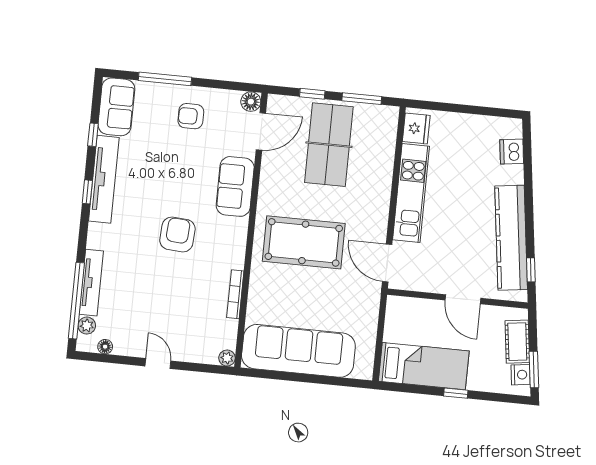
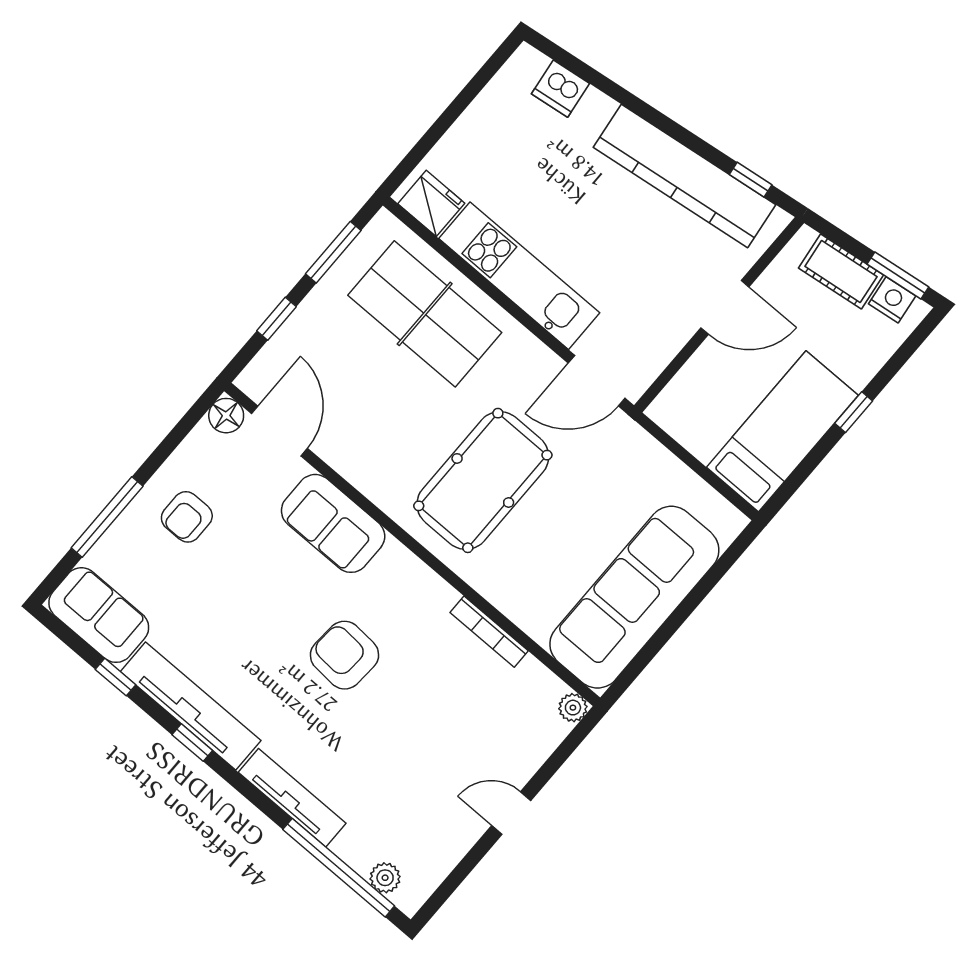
table tennis table: (329, 145) -> (425, 314), moved
tv unit: (91, 283) -> (292, 798), moved
floor lamp: (105, 347) -> (434, 872), removed

